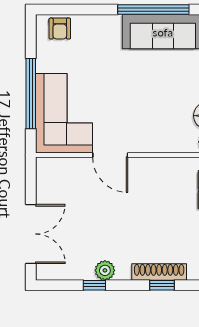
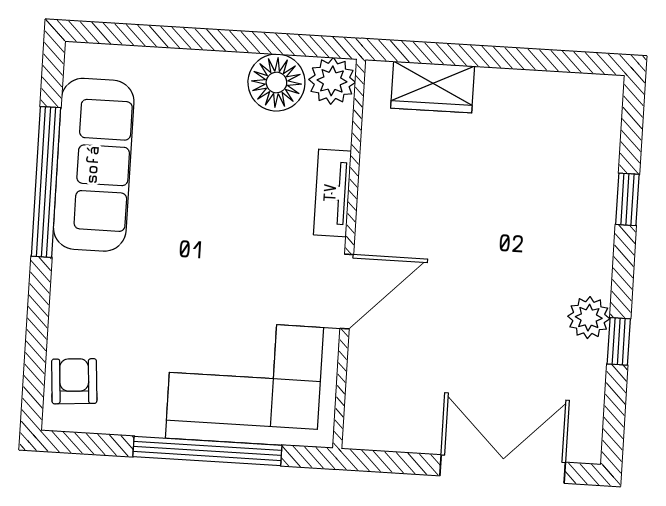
armchair: (60, 29) -> (74, 381), turned -94
tv unit: (156, 145) -> (332, 193), added
shoe rack: (159, 272) -> (599, 204), removed

